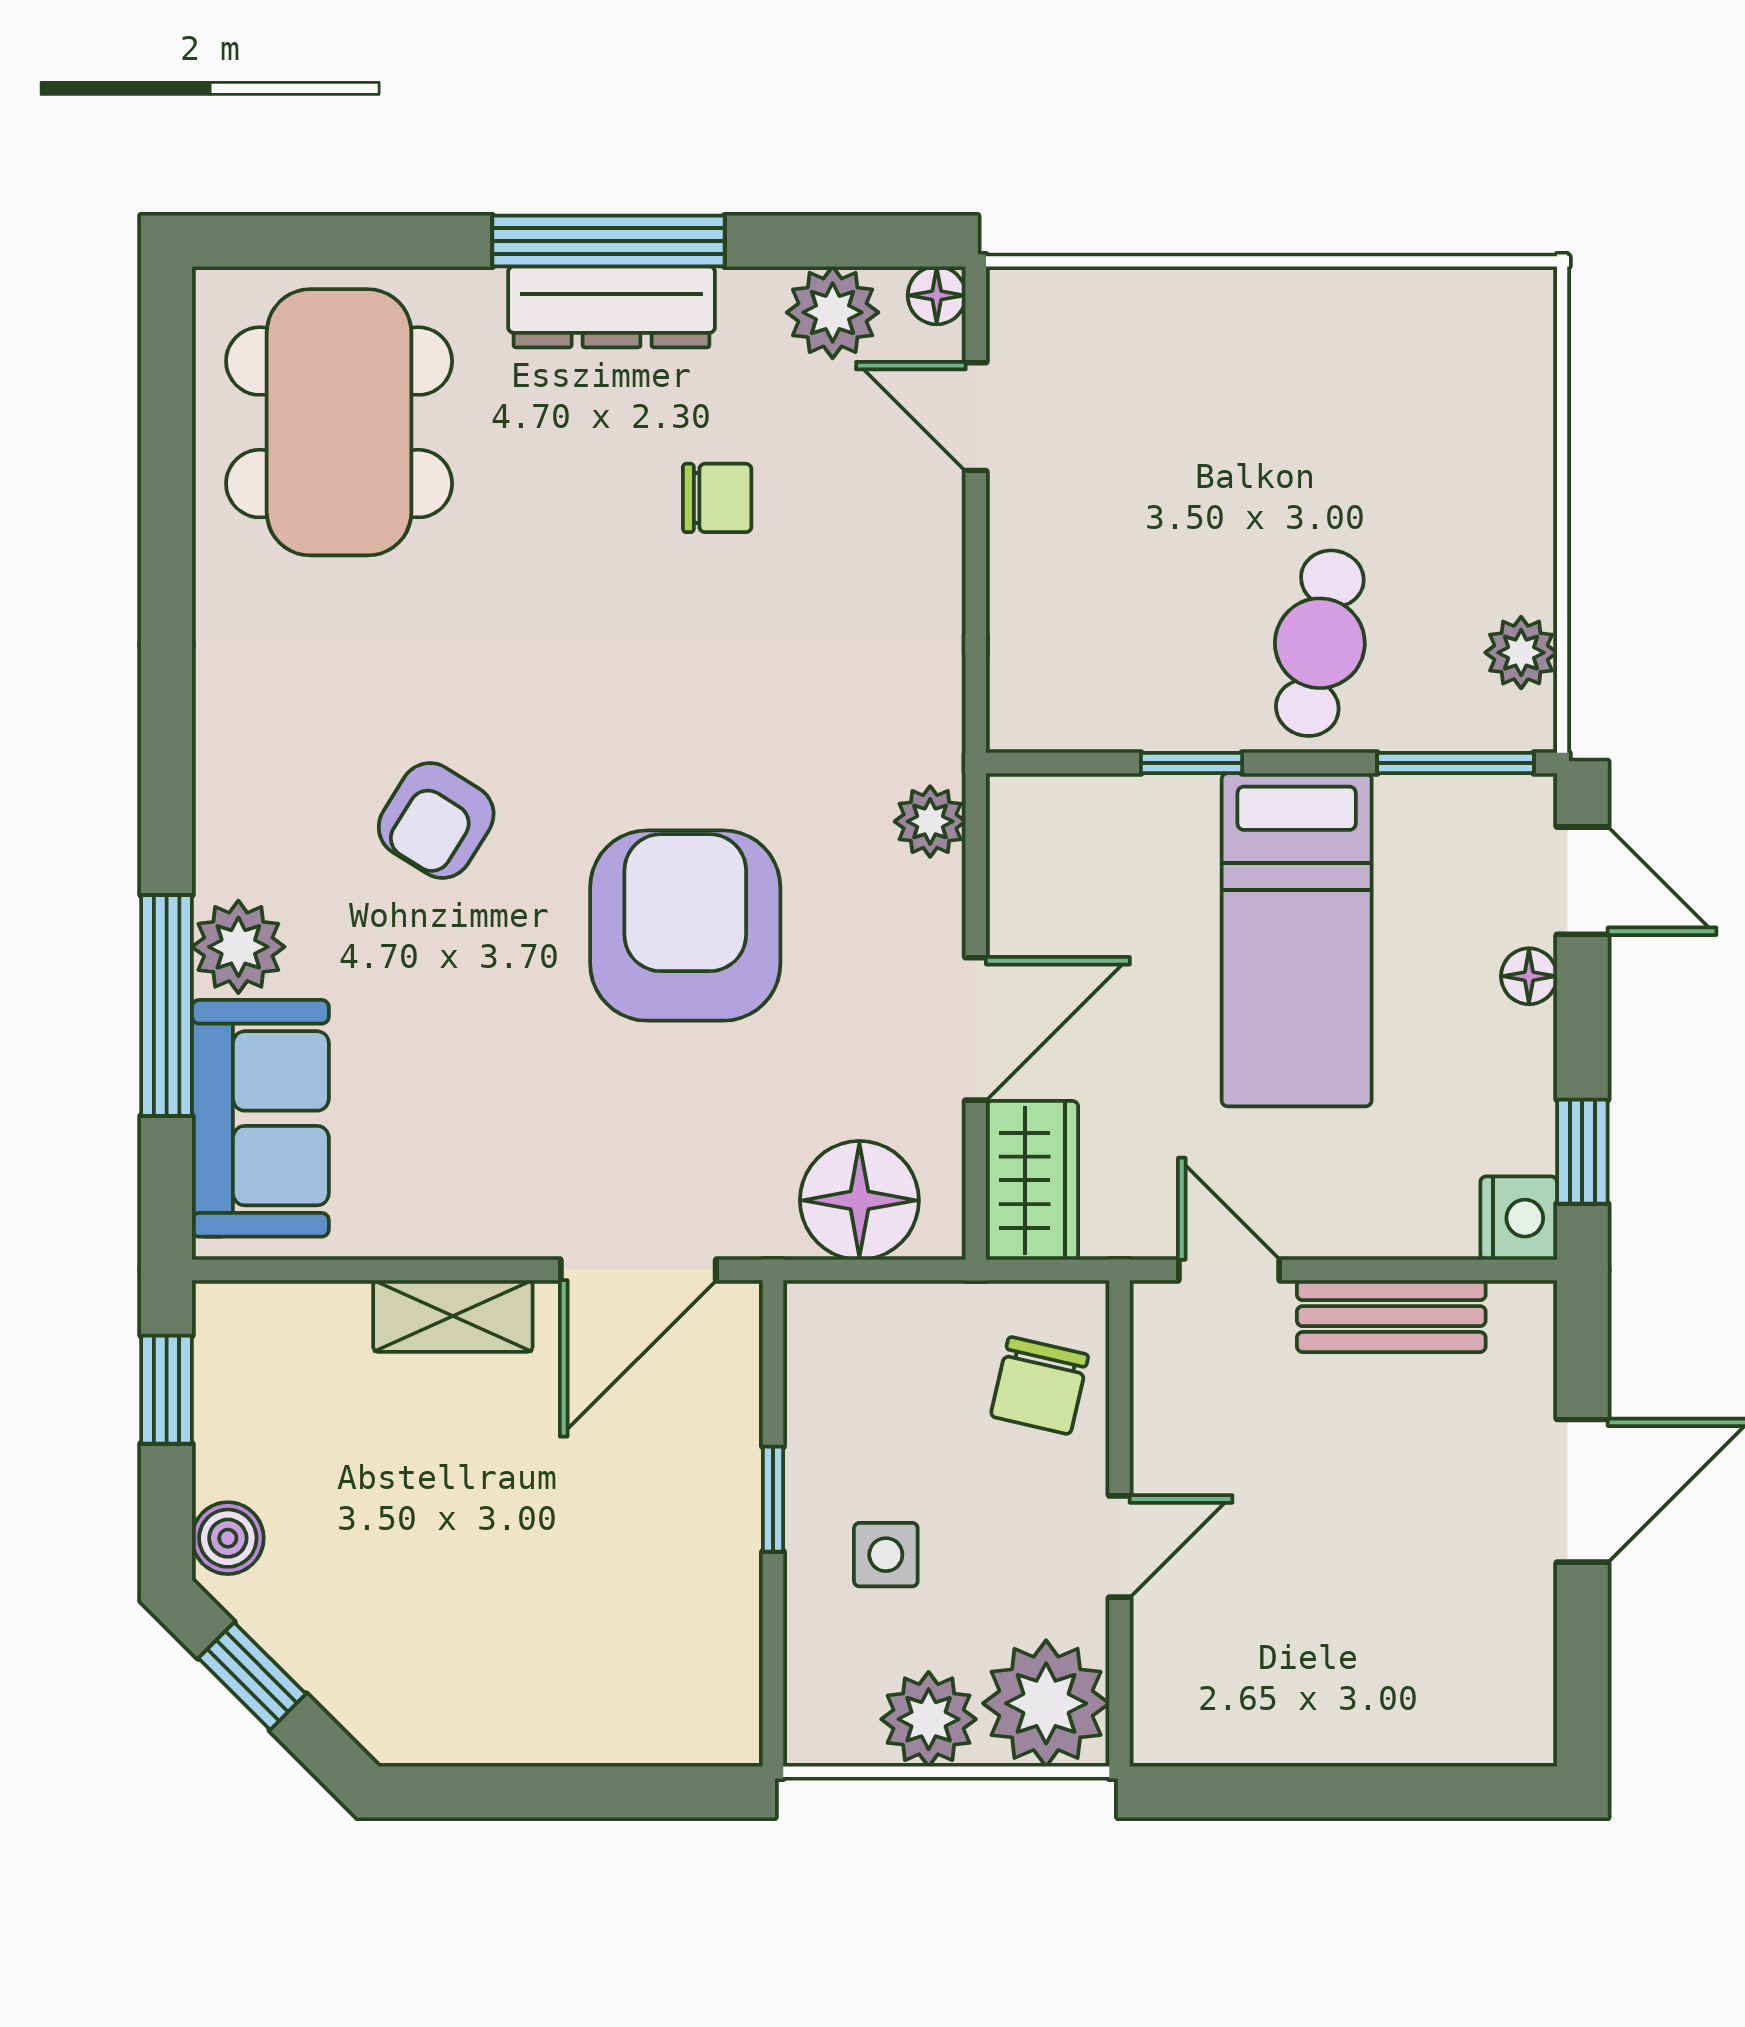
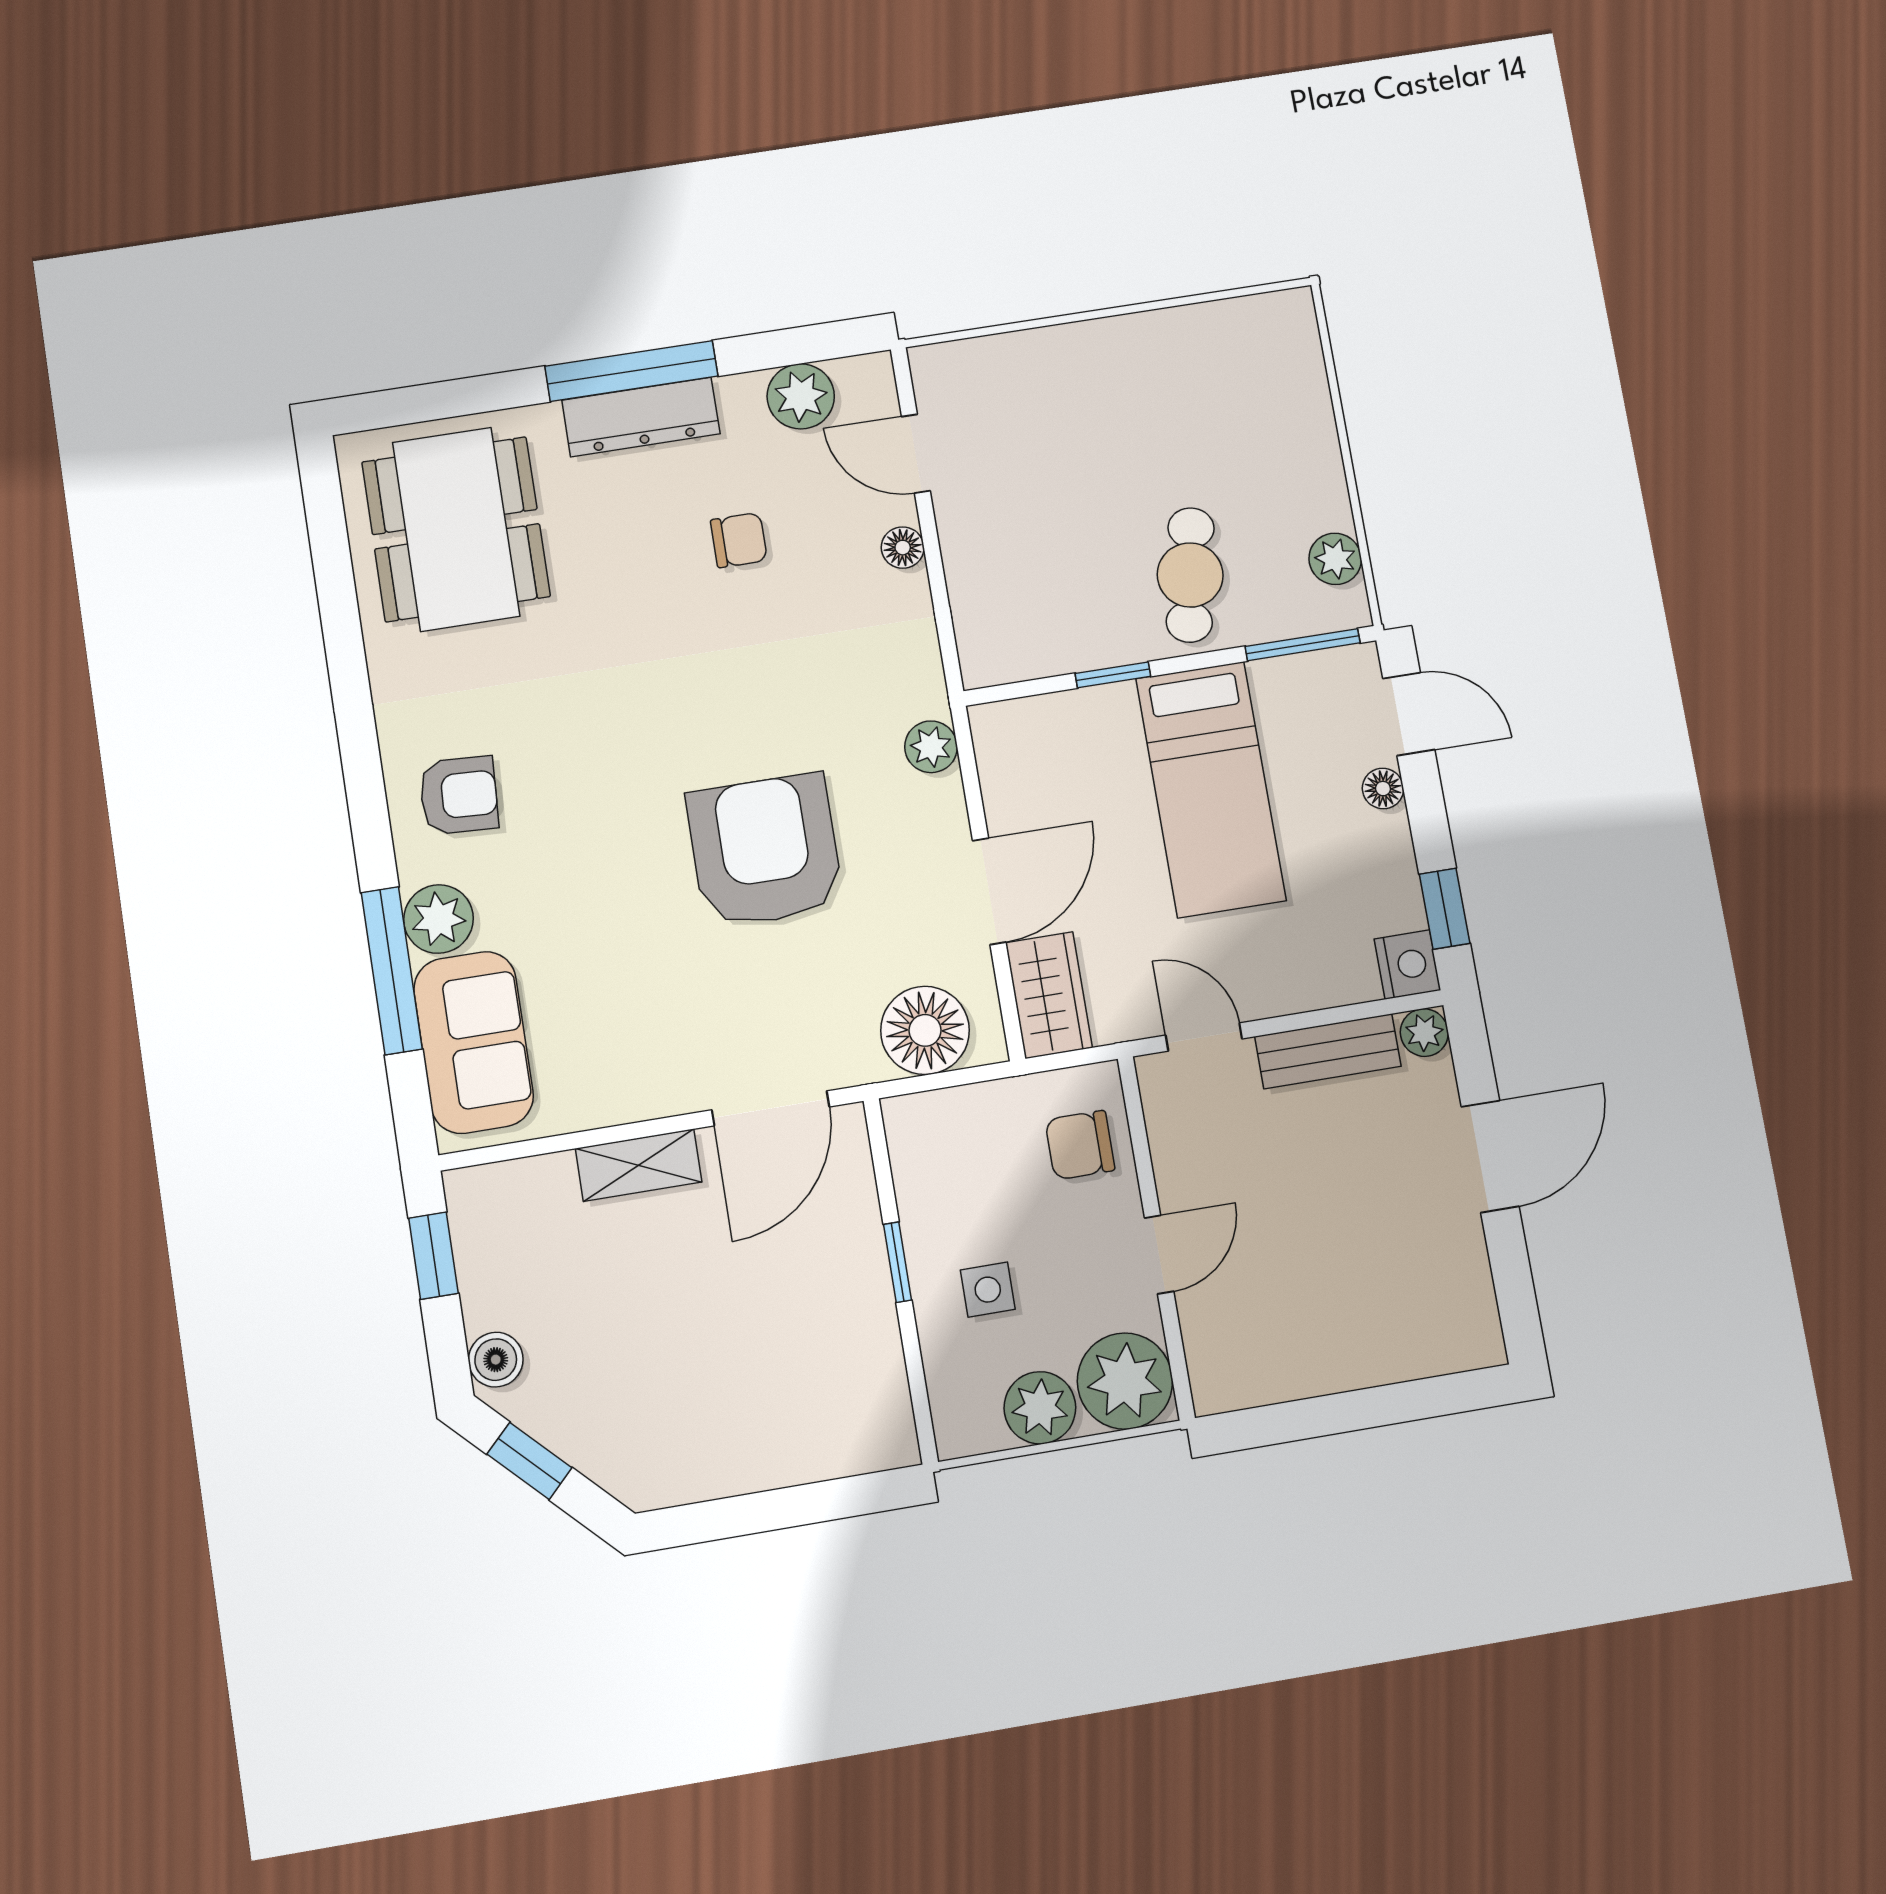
floor lamp: (937, 295) -> (903, 548), moved
armchair: (436, 821) -> (459, 795), moved, turned -119
plant: (1525, 1312) -> (1424, 1033), added
chair: (1040, 1386) -> (1080, 1145), turned 77

